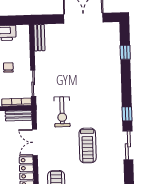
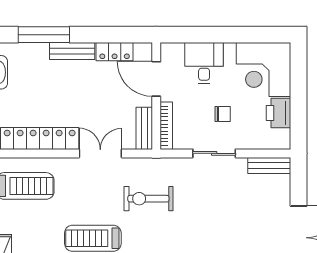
sliding door: (33, 83) -> (214, 153), moved

